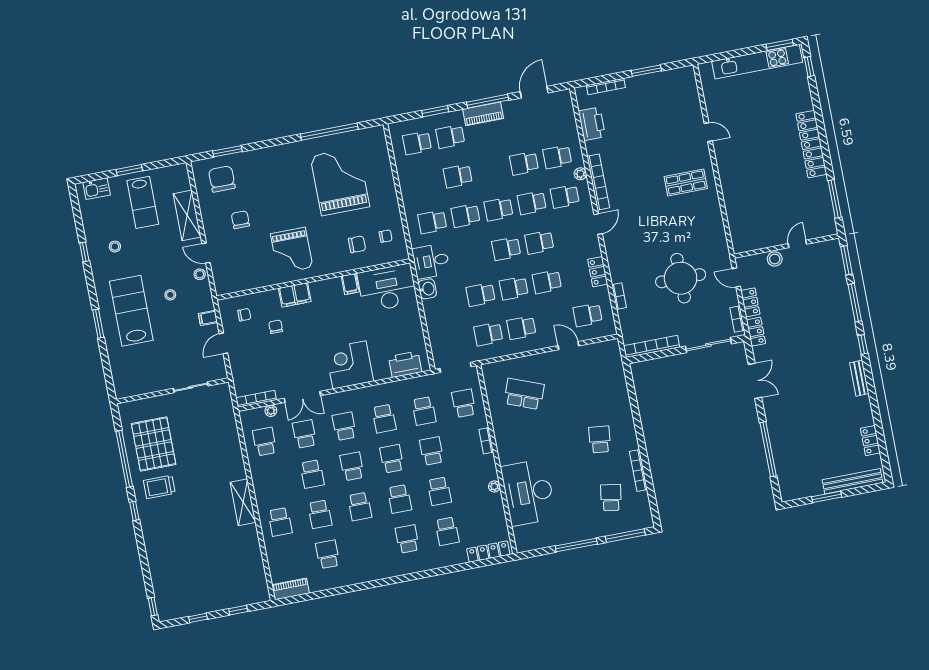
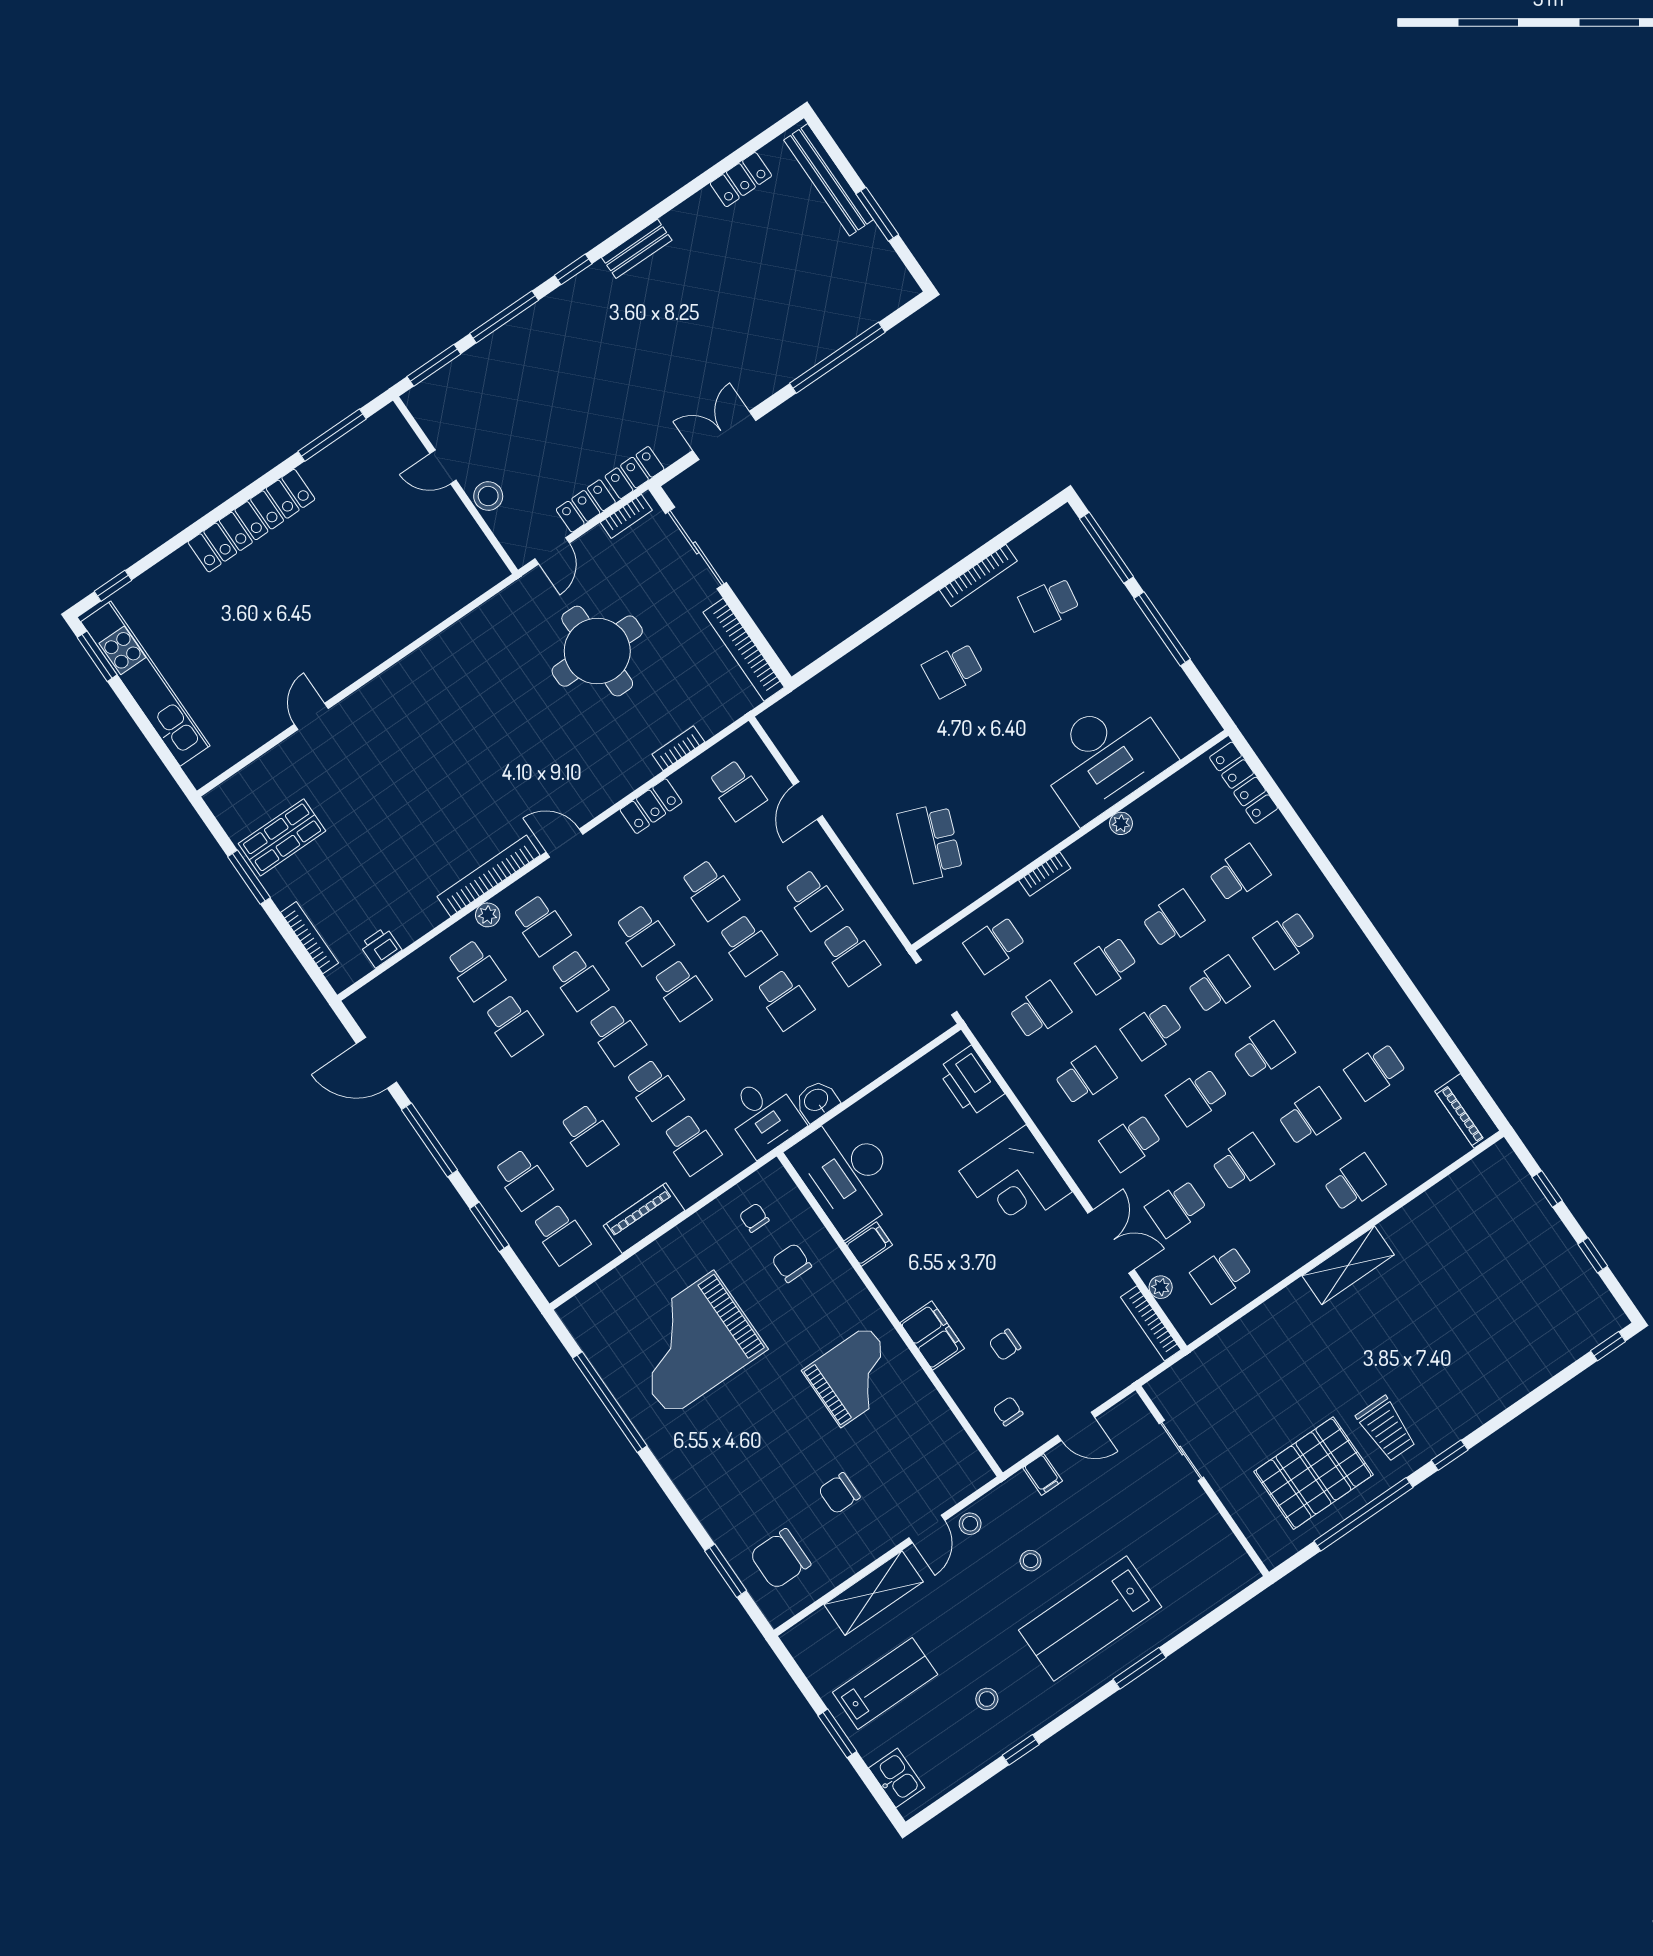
piano: (483, 114) -> (644, 1218), moved, turned -90
printer: (592, 124) -> (381, 947), width x0.53, depth x0.68
shop shelf: (686, 183) -> (282, 837), moved, turned 90

